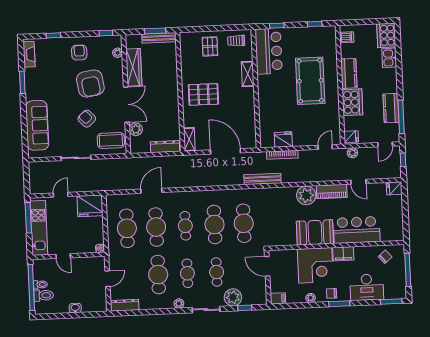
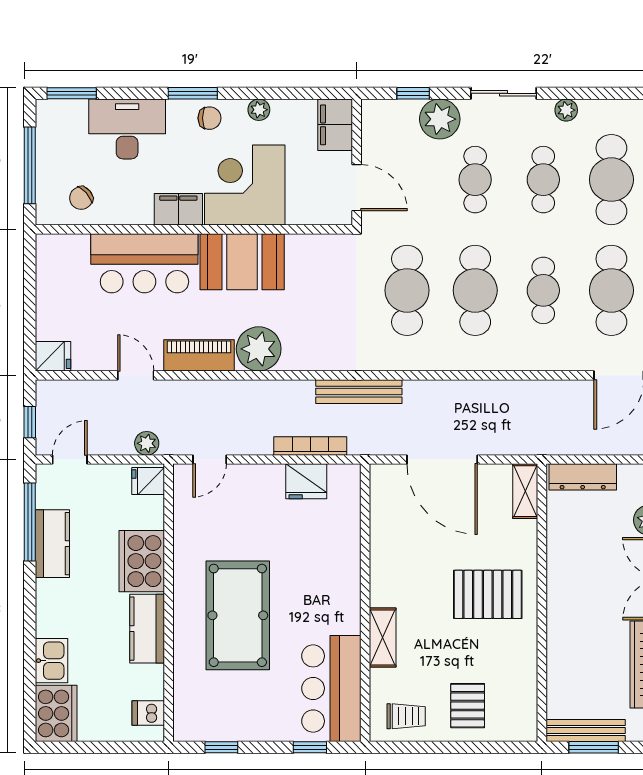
filing cabinet: (278, 298) -> (335, 125), width x2.00

